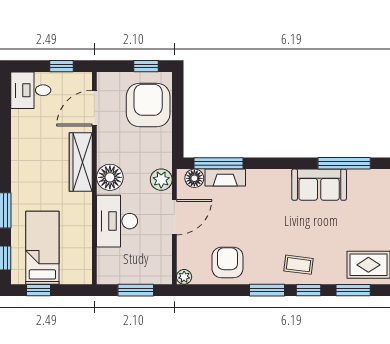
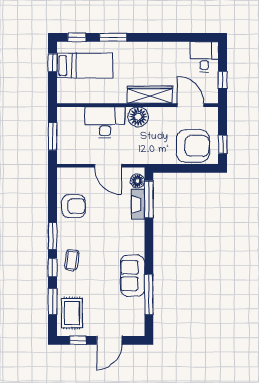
plant: (161, 180) -> (136, 156), removed
plant: (184, 277) -> (63, 173), removed

